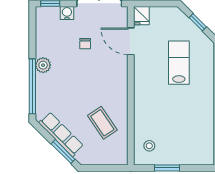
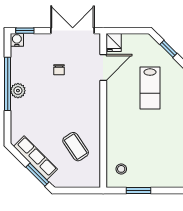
water cooler: (67, 13) -> (17, 40), moved
door: (131, 41) -> (103, 67), swing flipped
lab bench: (179, 63) -> (150, 88), turned 180
window: (32, 86) -> (8, 84), moved

